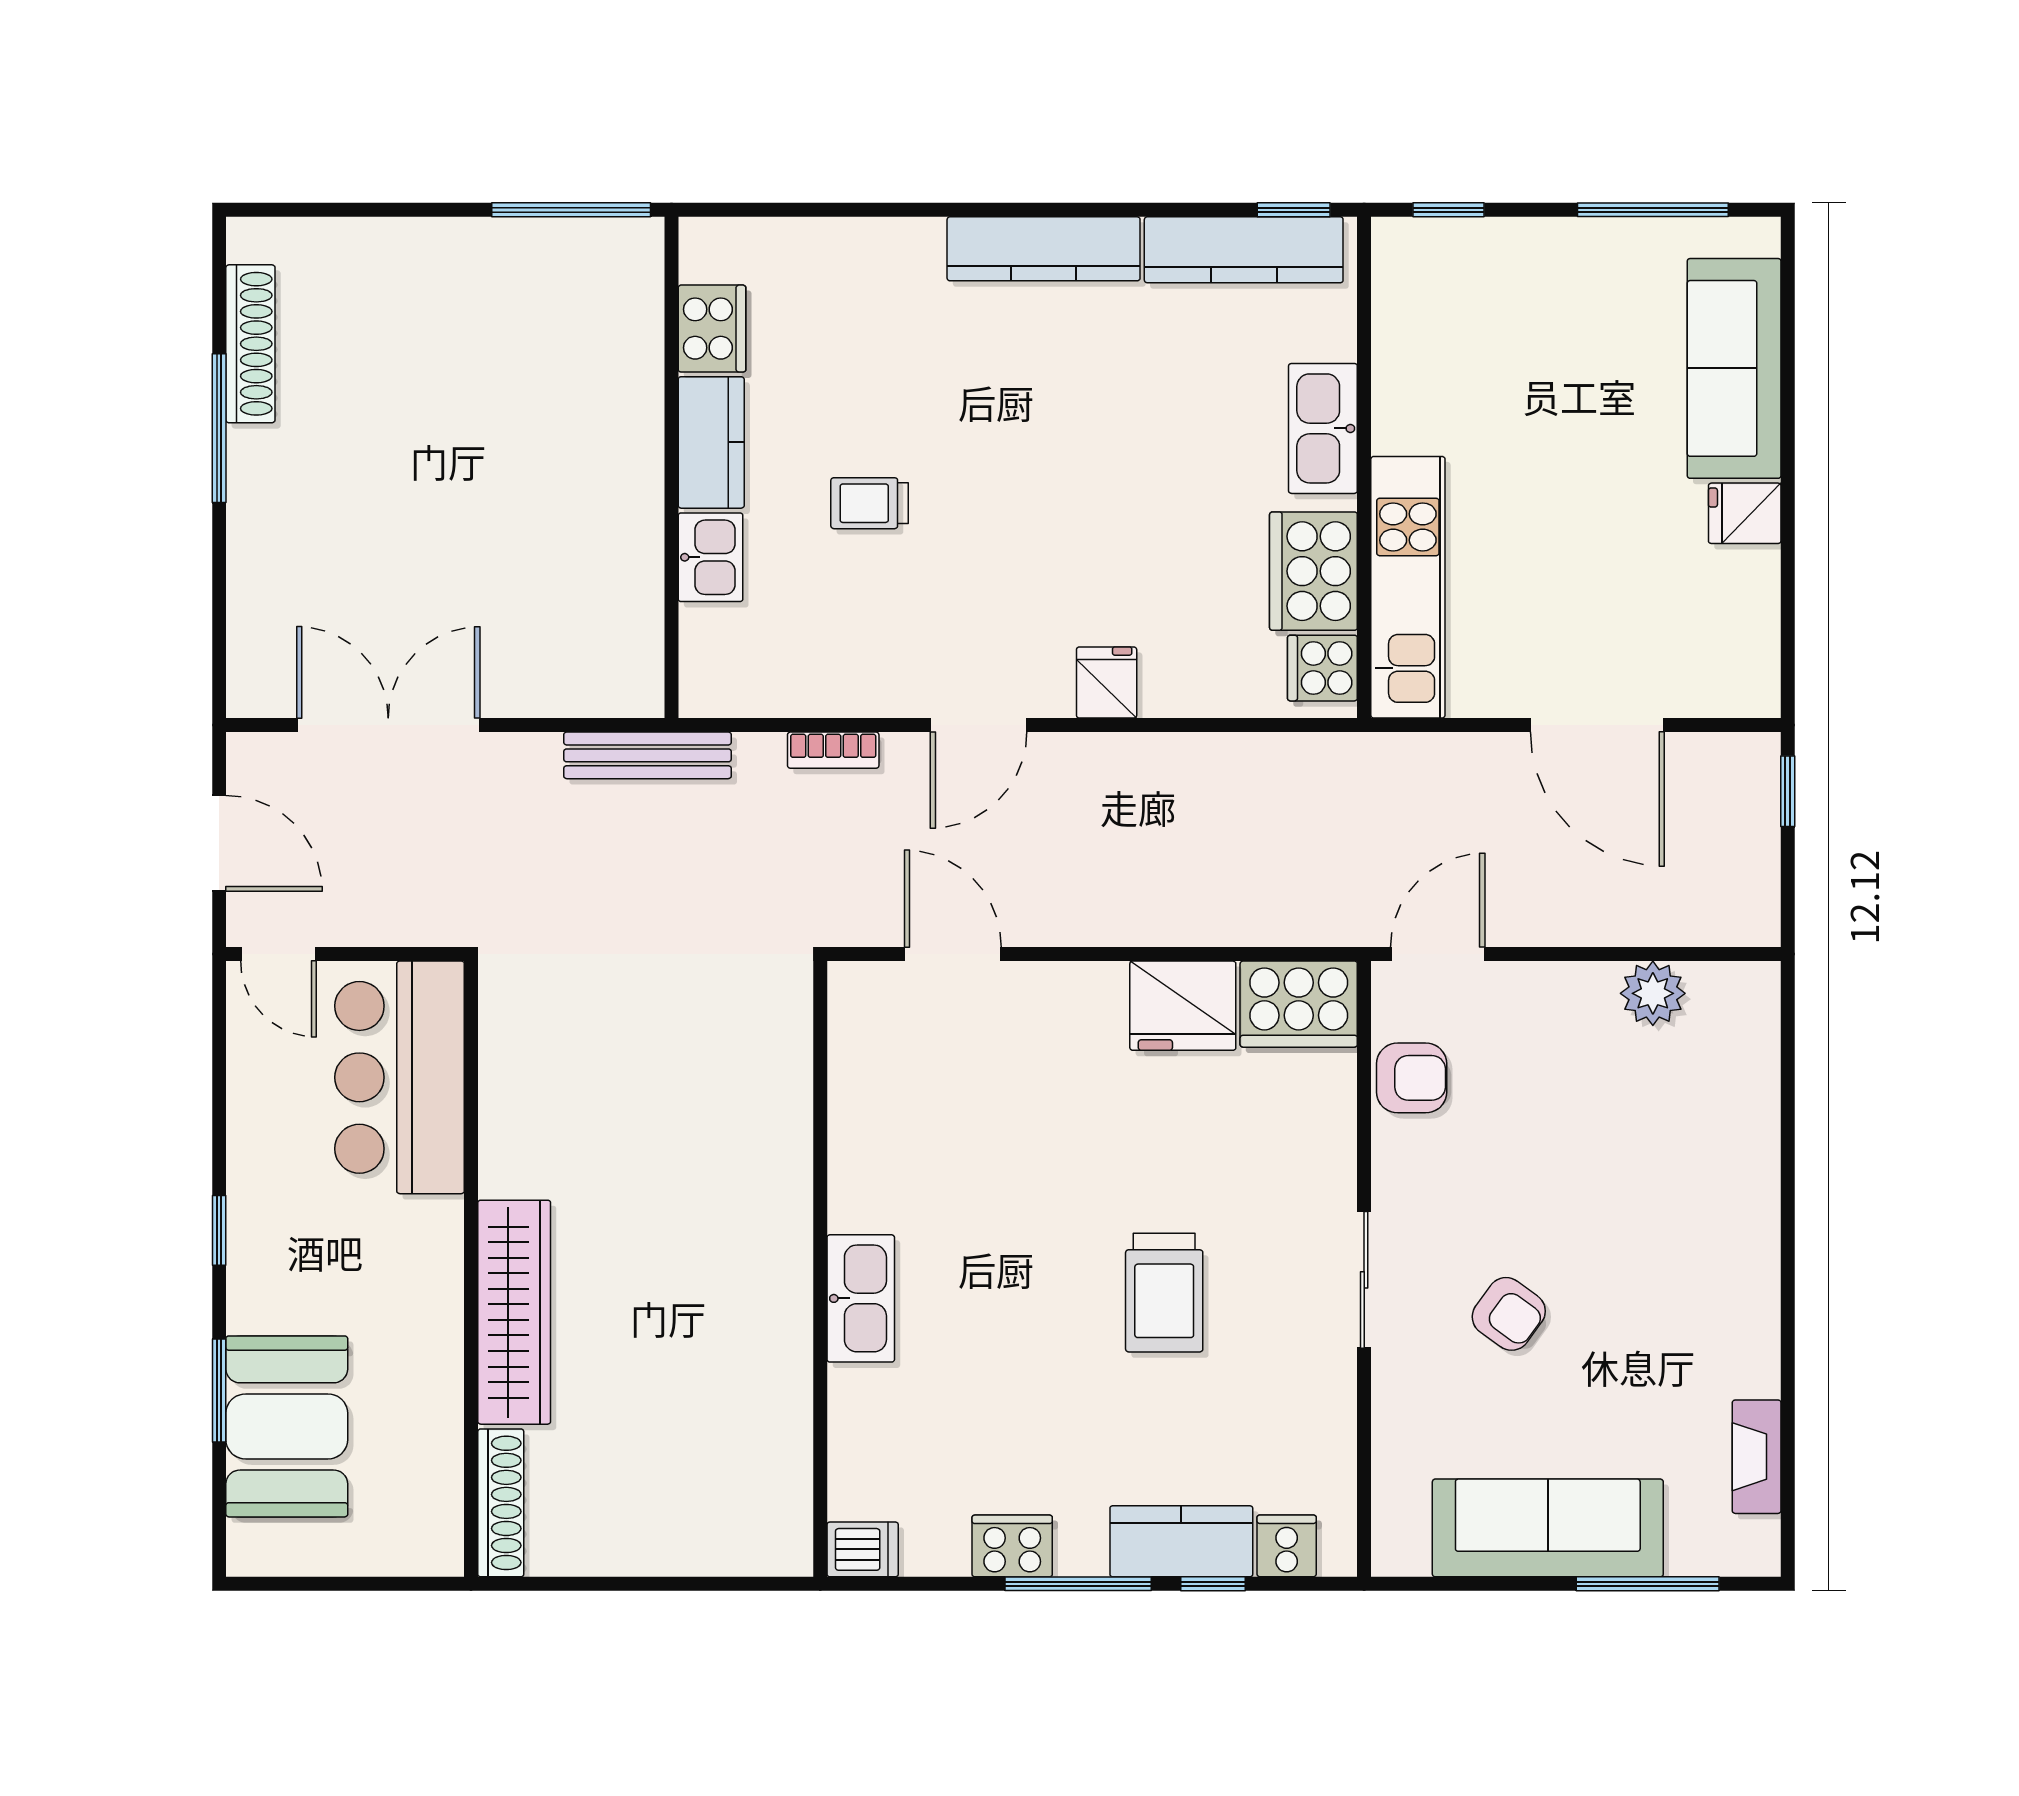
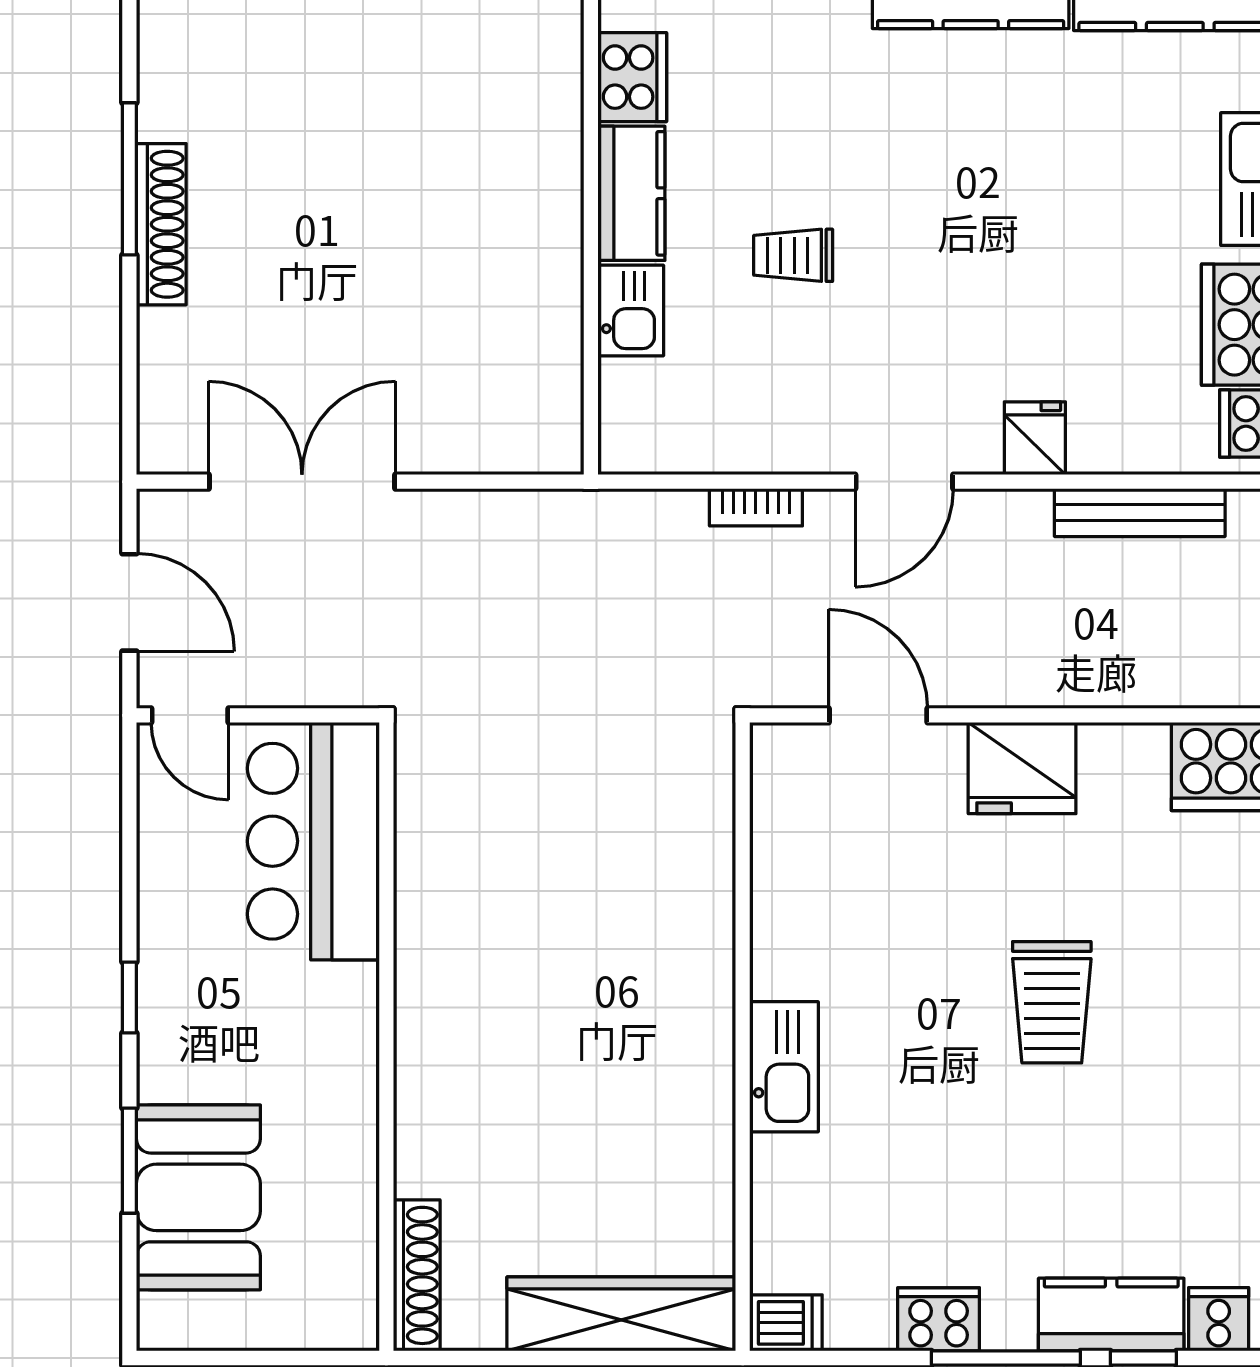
shoe rack: (250, 344) -> (161, 224), moved
bench: (647, 755) -> (1140, 513), moved
fridge: (1183, 1006) -> (1022, 768), moved
trolley: (1164, 1293) -> (1052, 1002), moved
wardrobe: (514, 1312) -> (621, 1314), moved, turned -90

